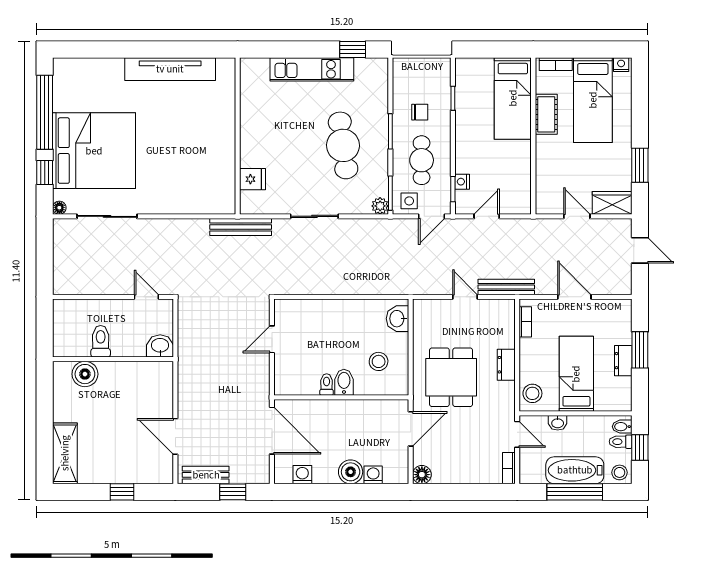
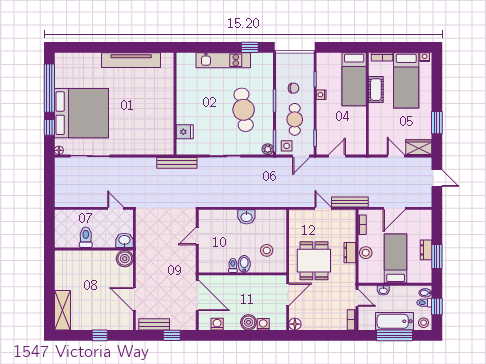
nightstand: (462, 182) -> (321, 95), moved
door: (574, 297) -> (394, 208), swing flipped
washbasin: (398, 319) -> (246, 217), moved, turned -90
window: (640, 350) -> (437, 256), moved
boiler: (85, 374) -> (125, 259), moved
stool: (532, 393) -> (366, 253), moved

